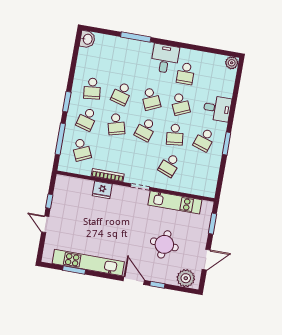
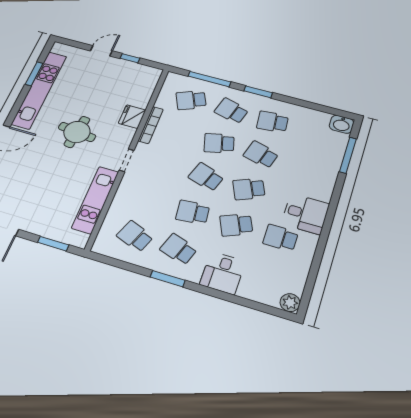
window: (136, 37) -> (348, 155), moved
school desk: (169, 165) -> (135, 236), moved
round table: (164, 244) -> (77, 132), moved

